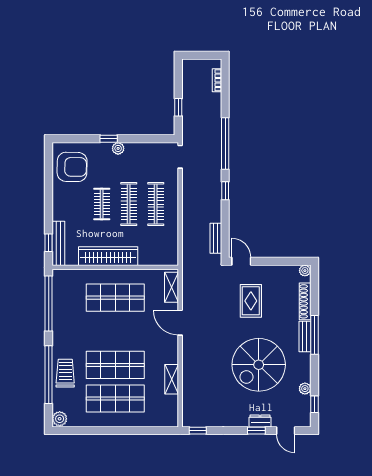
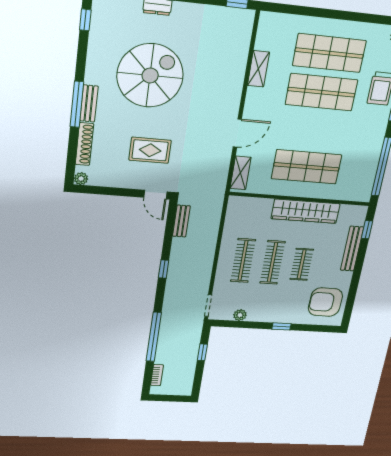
window: (225, 144) -> (154, 337), moved
plant: (118, 148) -> (240, 315), moved
bench: (58, 243) -> (352, 249), moved
rug: (251, 301) -> (150, 150), turned 90
door: (180, 323) -> (237, 133), hinge flipped
plant: (305, 389) -> (95, 41), removed

